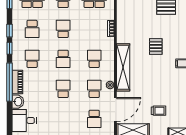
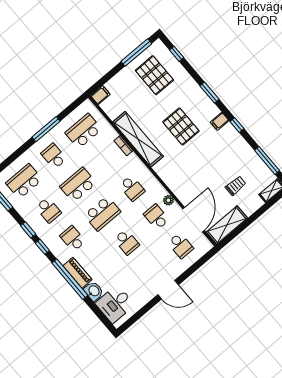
school desk: (63, 29) -> (78, 185), width x1.85
pallet: (156, 47) -> (181, 126), width x1.50, depth x1.42
school desk: (63, 59) -> (102, 213), width x1.85
school desk: (94, 59) -> (132, 188), turned 180
shelving: (123, 67) -> (138, 139), moved
school desk: (63, 89) -> (127, 242), turned 180

